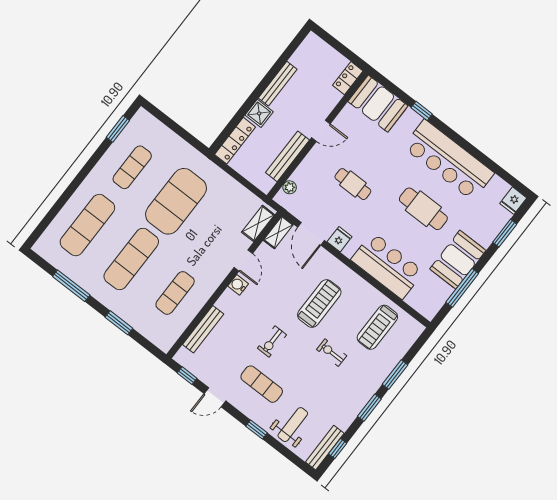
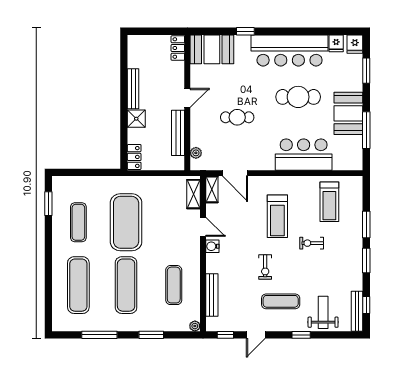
locker: (235, 141) -> (134, 157), width x0.66
fridge: (340, 239) -> (336, 43), moved, turned 180
treadmill: (319, 304) -> (277, 216), turned 180
plant: (165, 346) -> (195, 326), added

